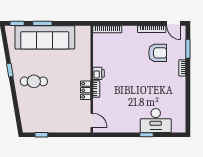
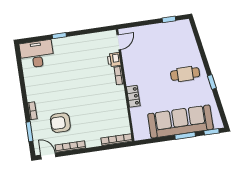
printer: (98, 73) -> (114, 60), moved
locker: (86, 90) -> (133, 96), moved
door: (92, 120) -> (119, 42), swing flipped
desk: (156, 121) -> (37, 54), moved

